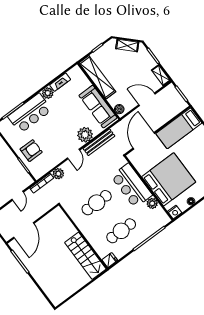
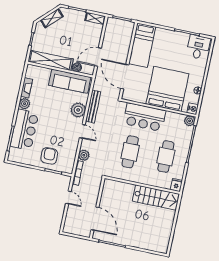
door: (147, 99) -> (98, 57), moved
boiler: (119, 109) -> (77, 67), moved
plant: (152, 203) -> (190, 121), moved

